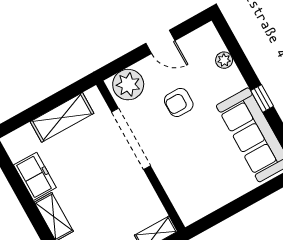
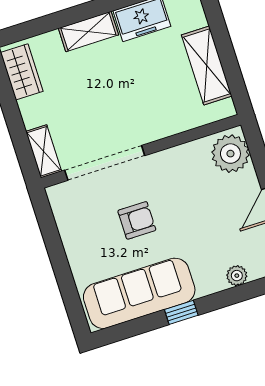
armchair: (179, 102) -> (137, 220), moved, turned 90
doorway: (131, 139) -> (105, 163), moved

